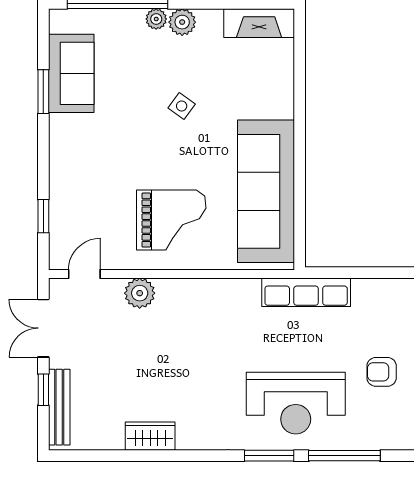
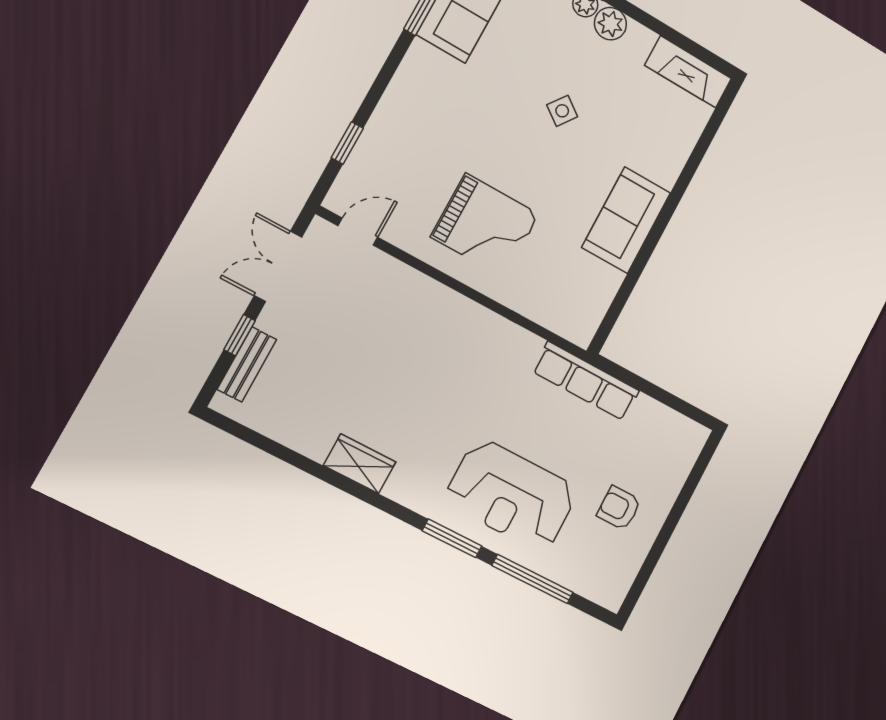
sofa: (266, 191) -> (626, 220), width x0.54, depth x0.79
plant: (140, 293) -> (408, 286), removed
bench: (59, 407) -> (247, 364), width x0.73
wardrobe: (150, 436) -> (360, 464), moved

